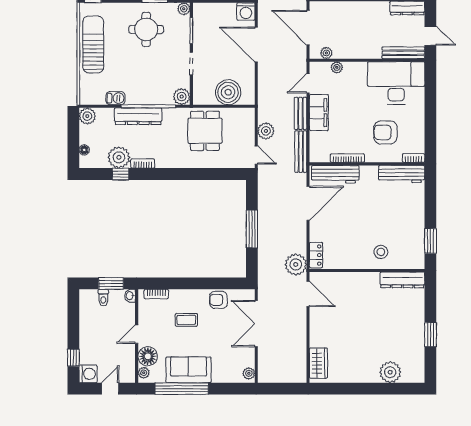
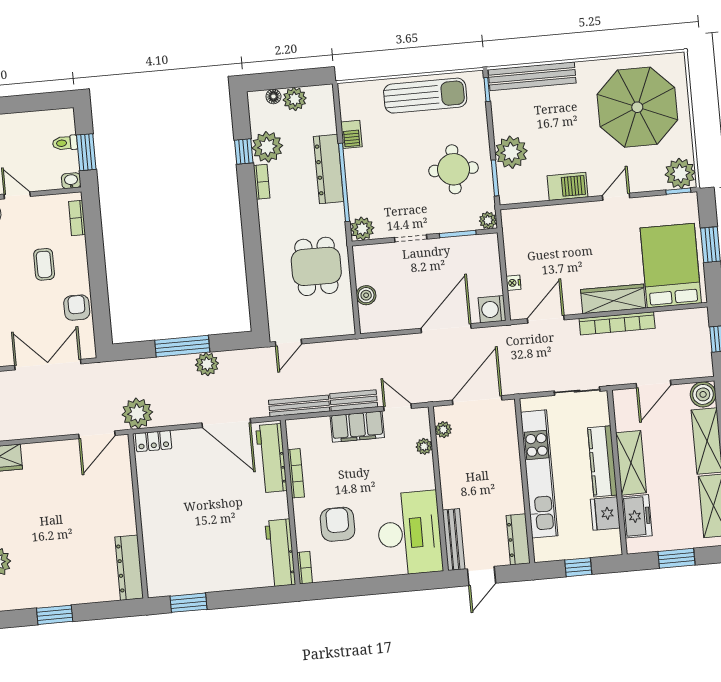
boiler: (228, 92) -> (366, 295), width x0.54, depth x0.54
plant: (87, 116) -> (295, 99), moved
dining table: (205, 131) -> (316, 266), turned 90
plant: (266, 131) -> (207, 364), moved
stool: (381, 252) -> (166, 533), removed

